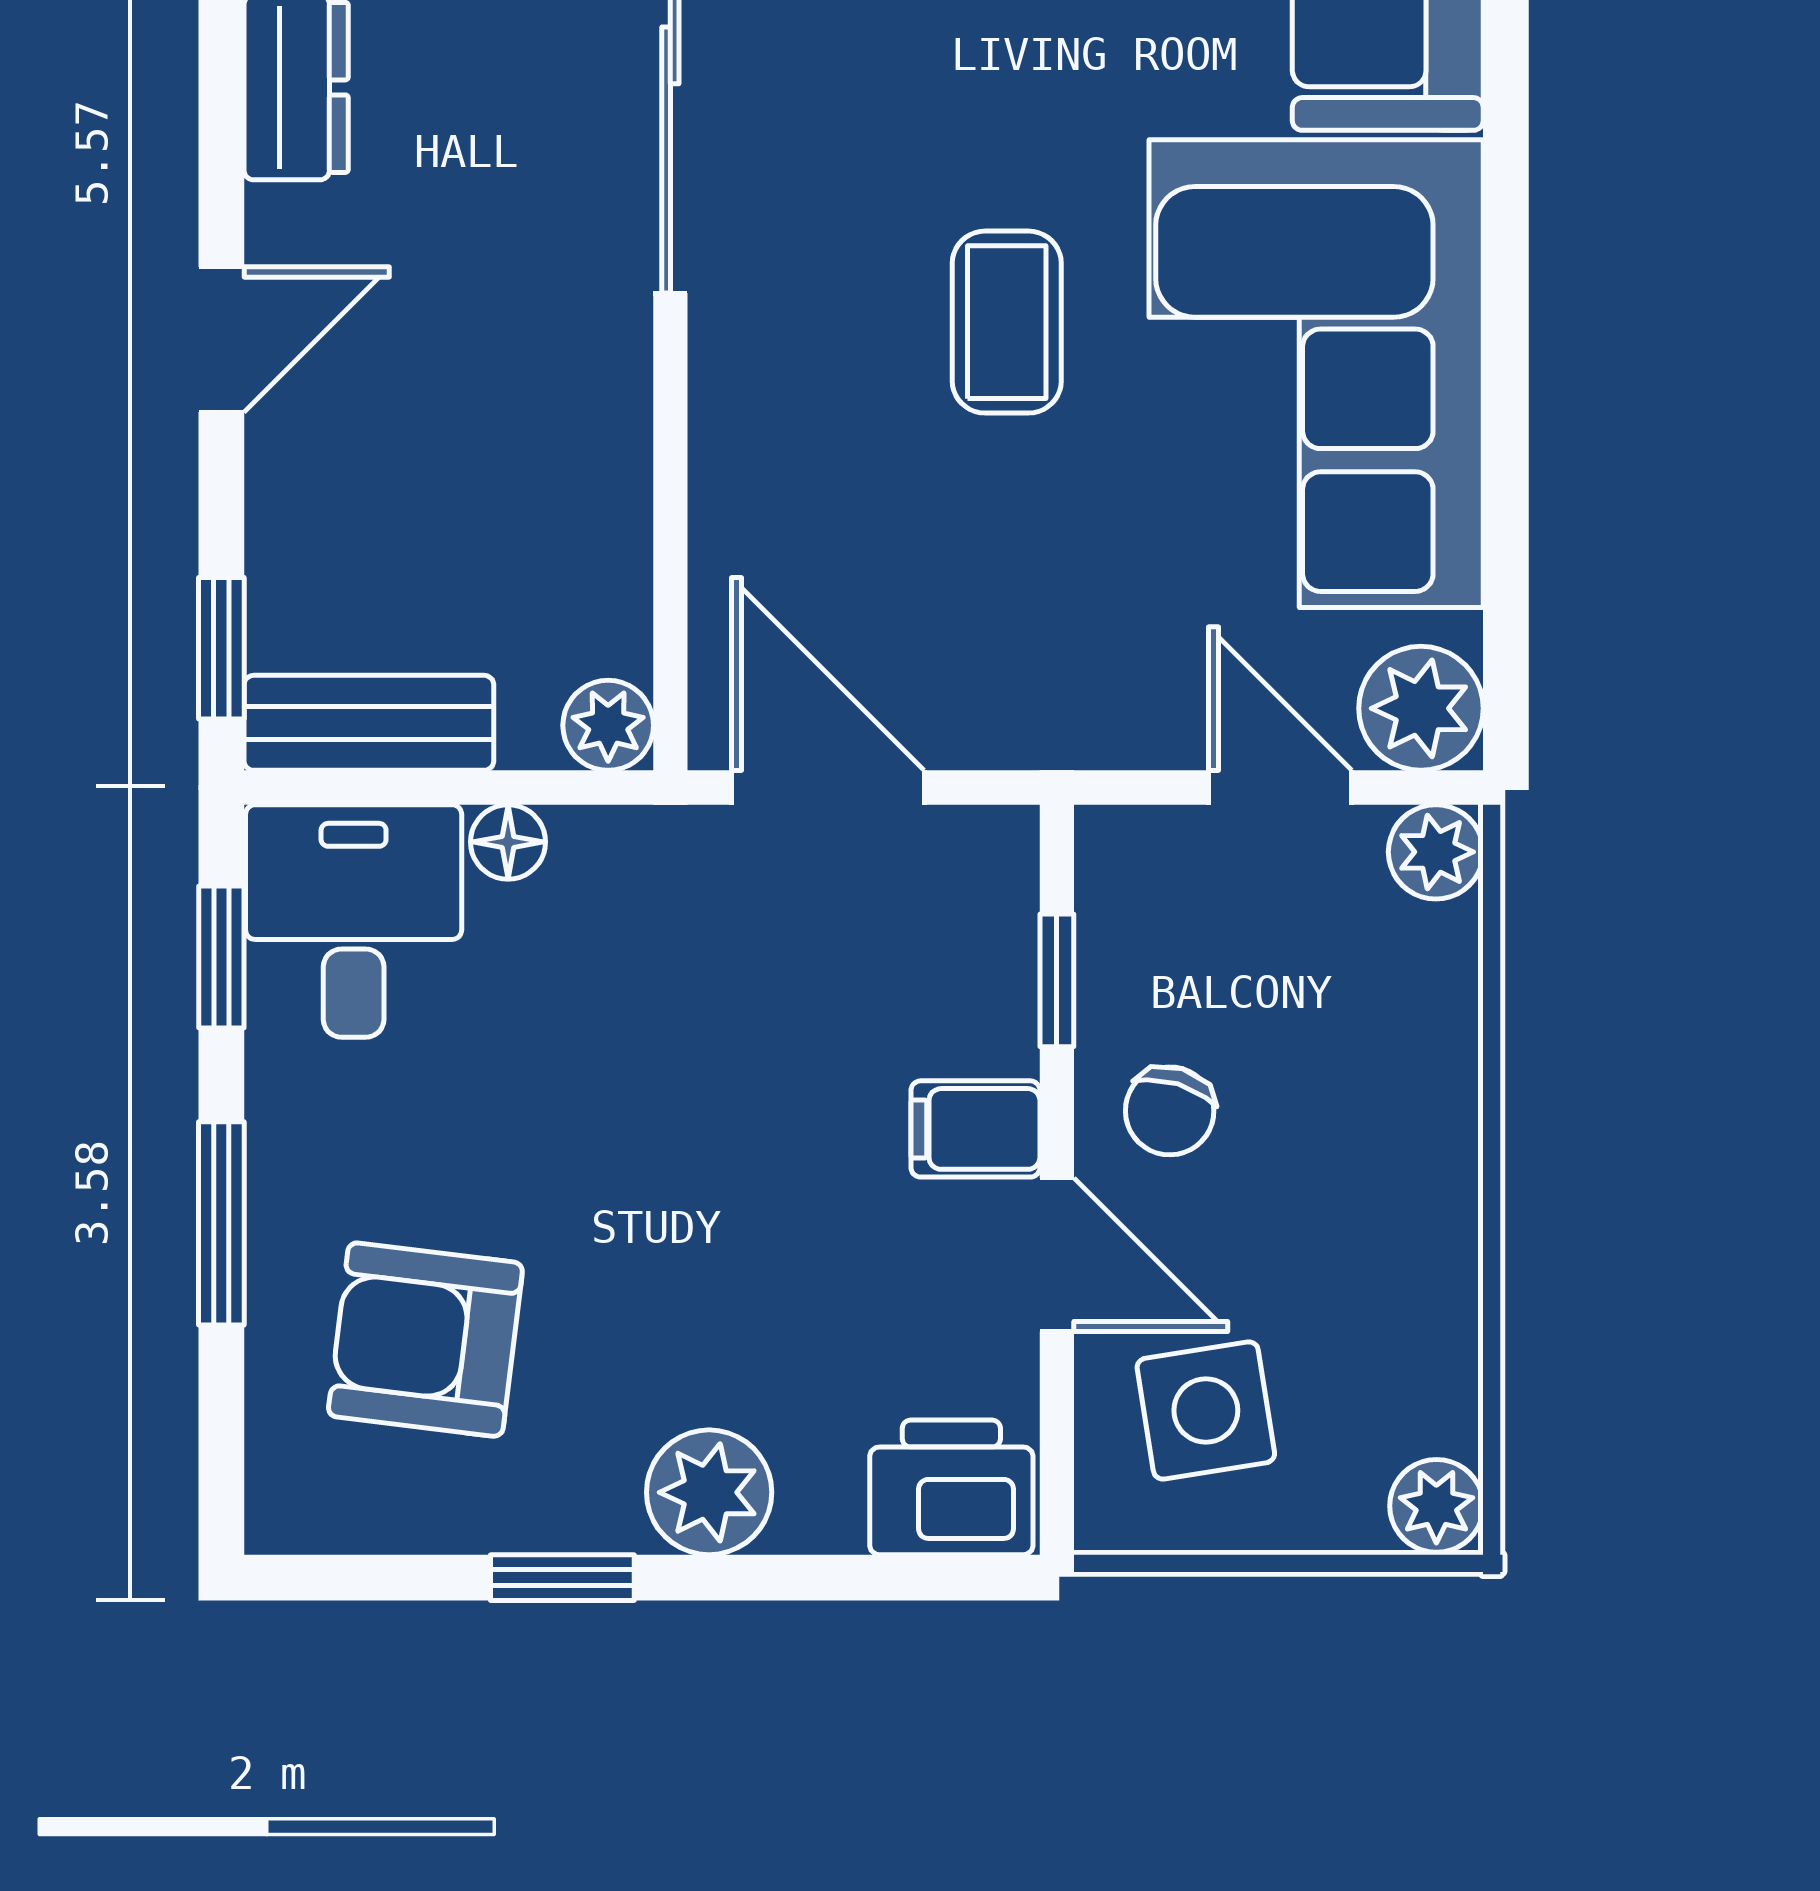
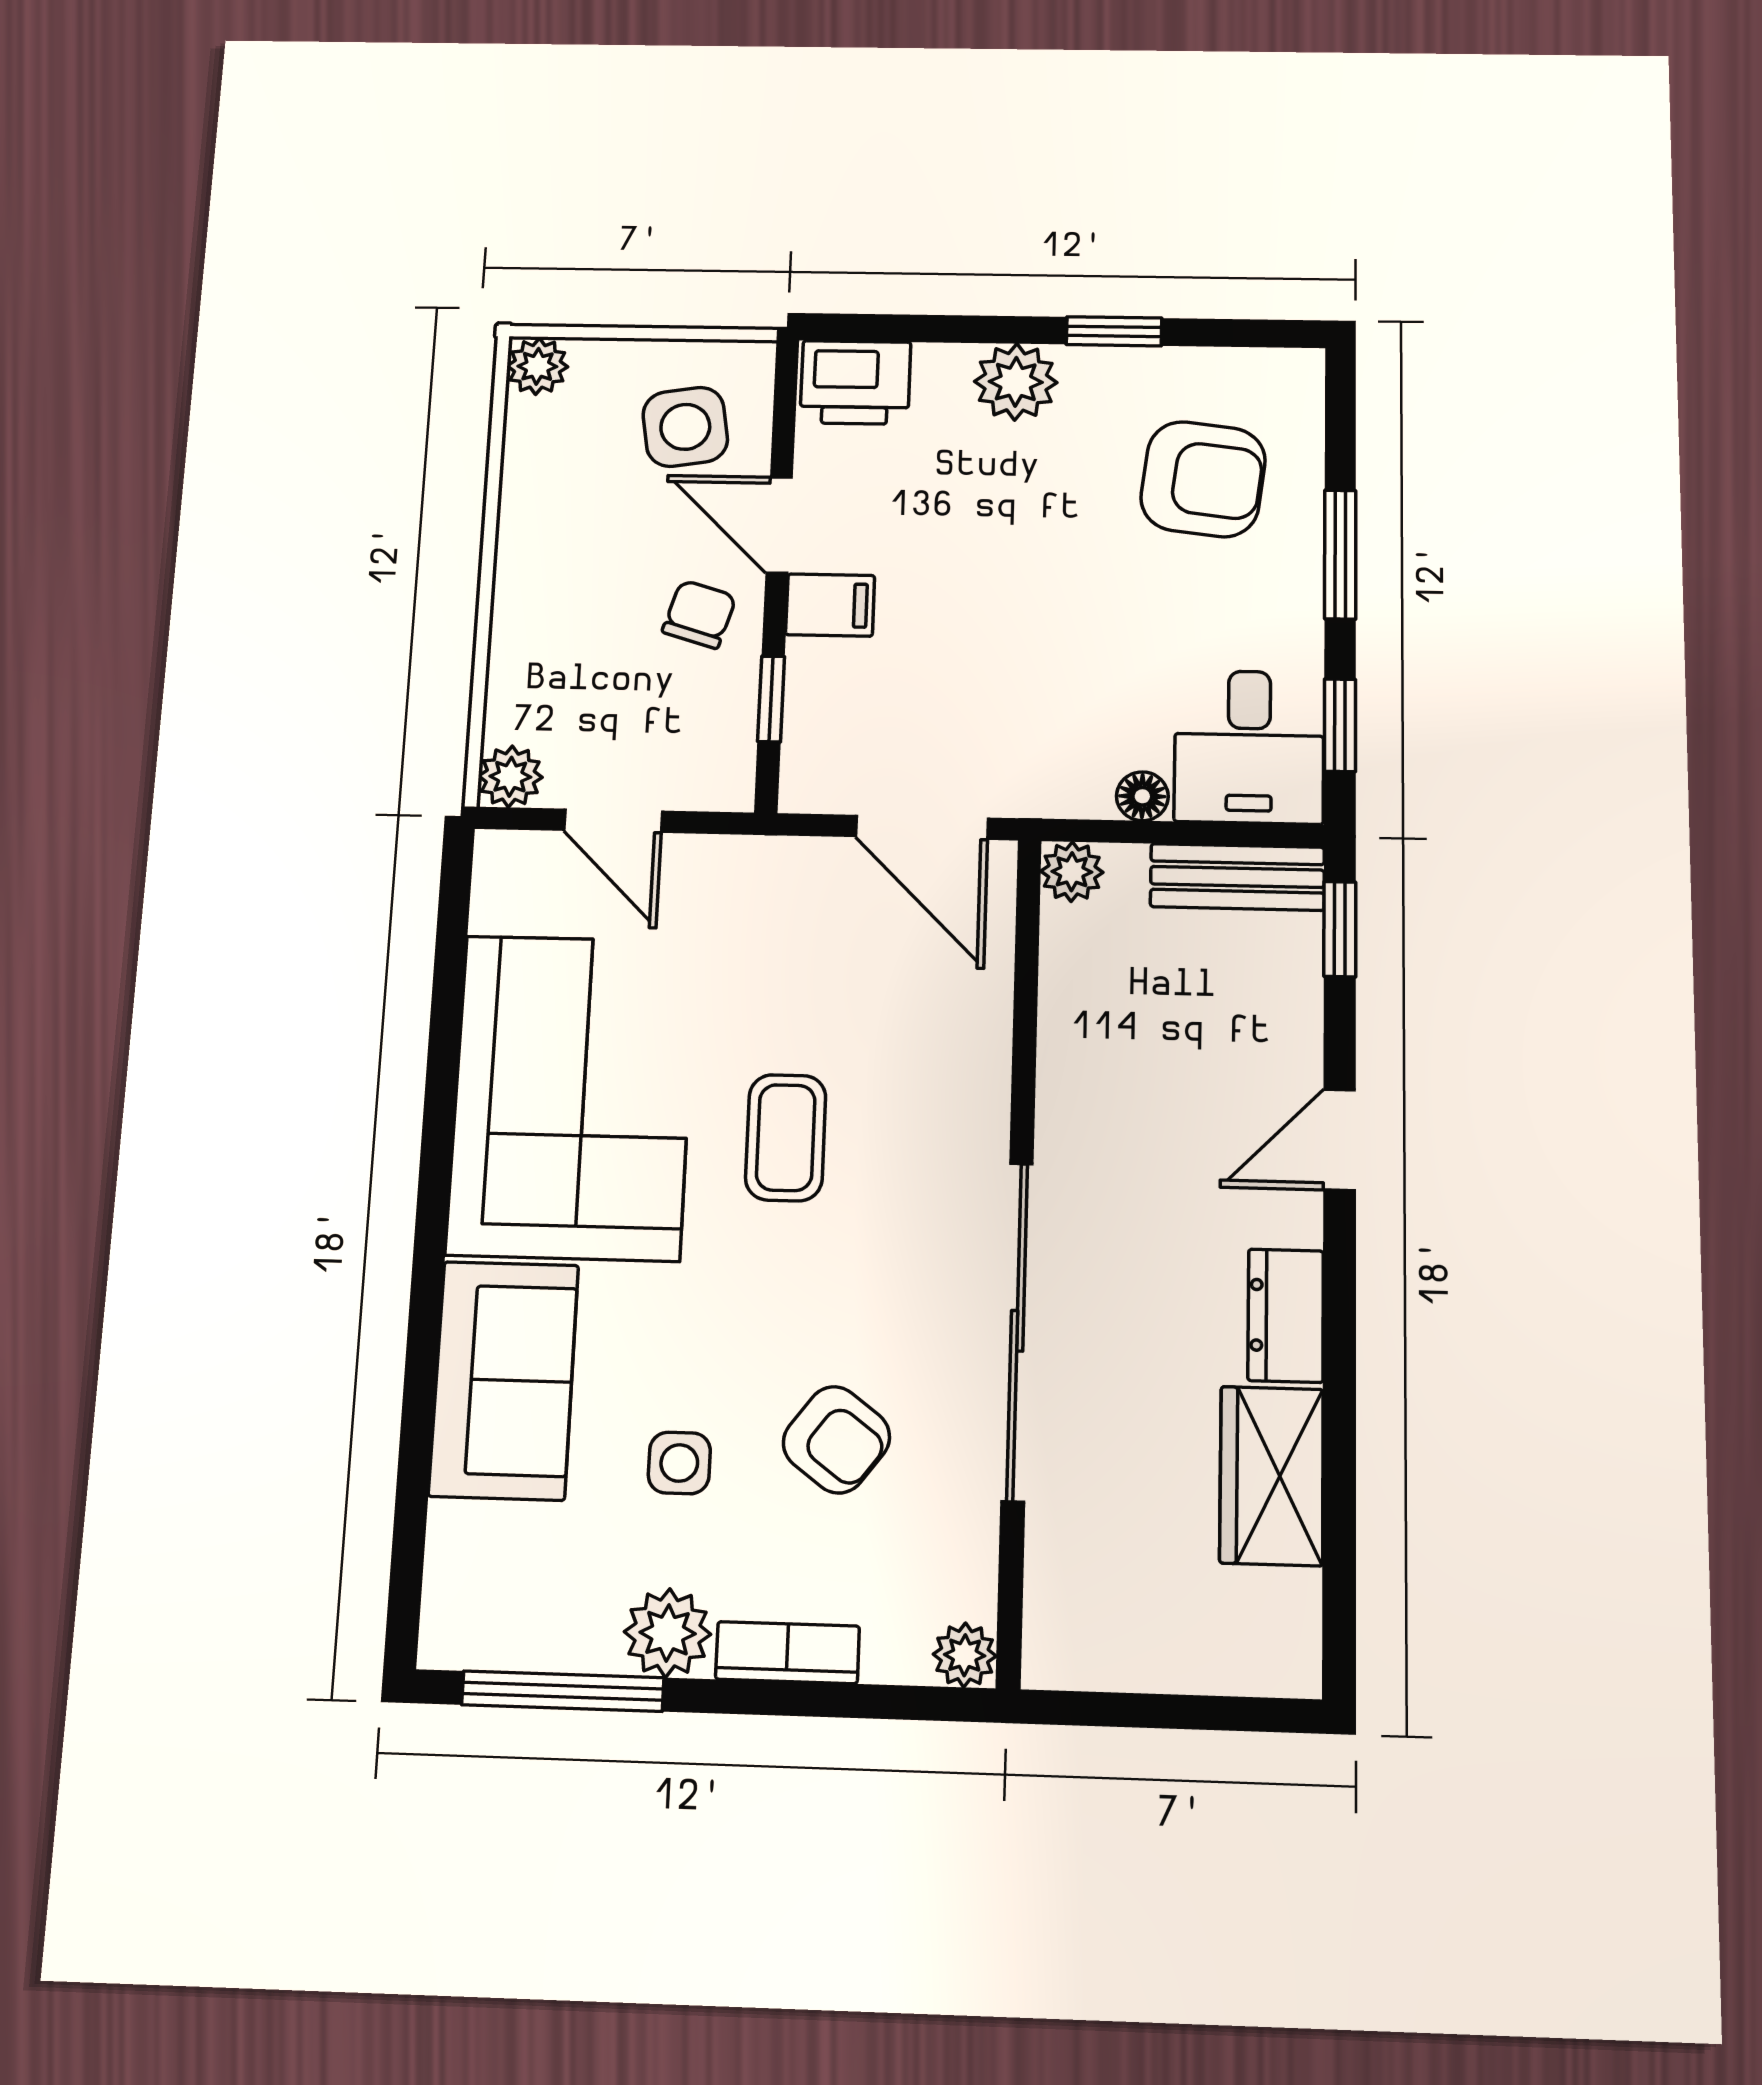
plant: (1421, 708) -> (514, 871), removed

